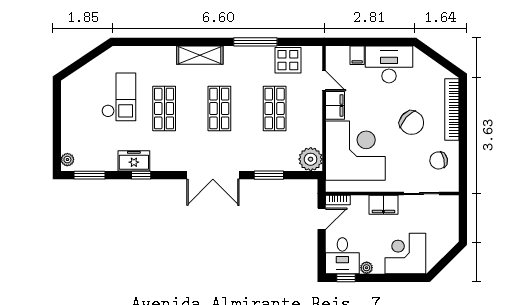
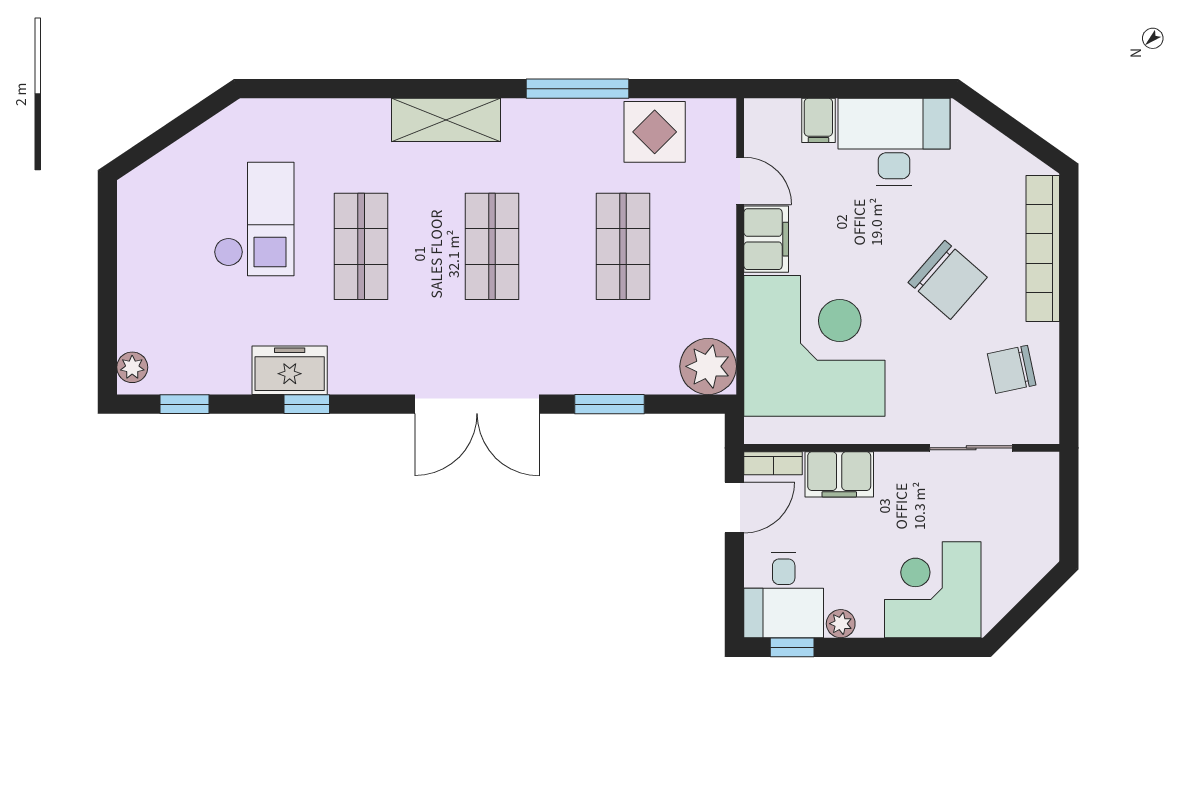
window: (90, 175) -> (185, 404), width x0.67
filing cabinet: (383, 205) -> (839, 474), moved

